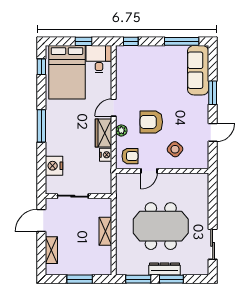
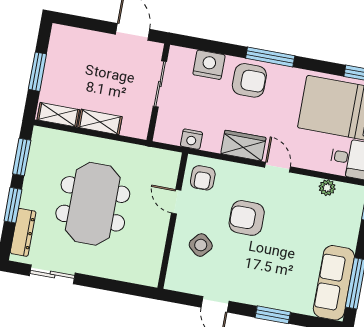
sofa: (198, 70) -> (334, 283), moved, turned -90
armchair: (151, 122) -> (247, 218), turned -90
plant: (121, 130) -> (327, 188), moved
armchair: (59, 137) -> (249, 80), added
nightstand: (106, 155) -> (191, 139), moved
shelving: (51, 250) -> (58, 115), moved
dresser: (164, 269) -> (23, 232), moved

